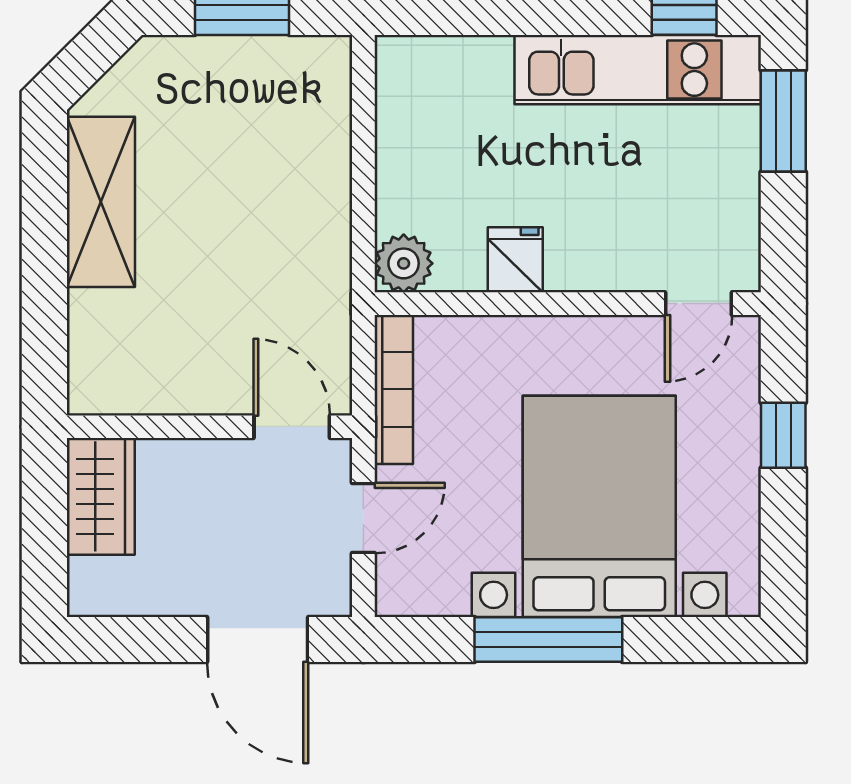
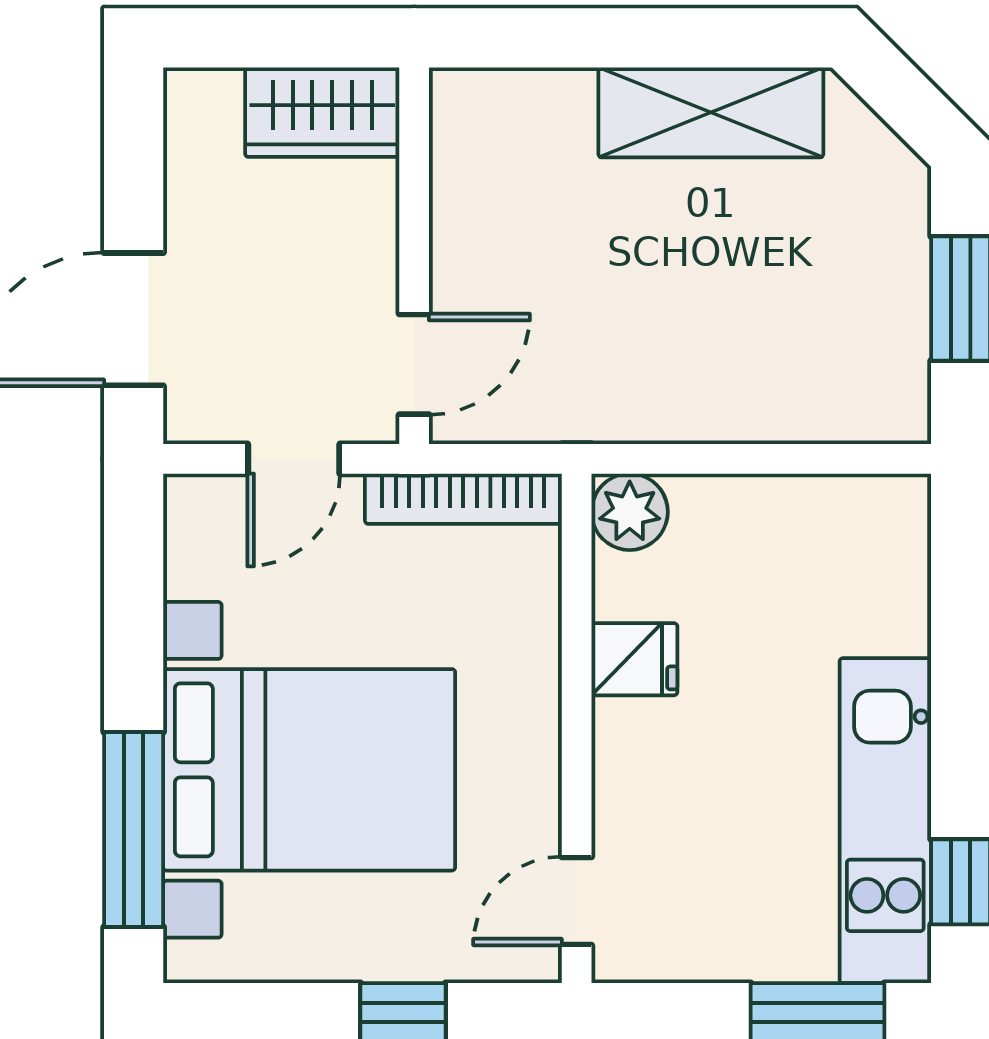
door: (699, 304) -> (577, 901), hinge flipped
door: (363, 518) -> (294, 459), hinge flipped
window: (548, 639) -> (134, 829), moved

